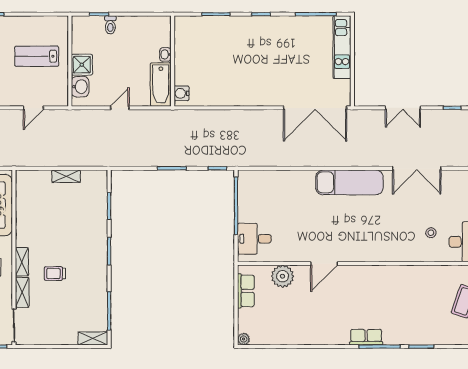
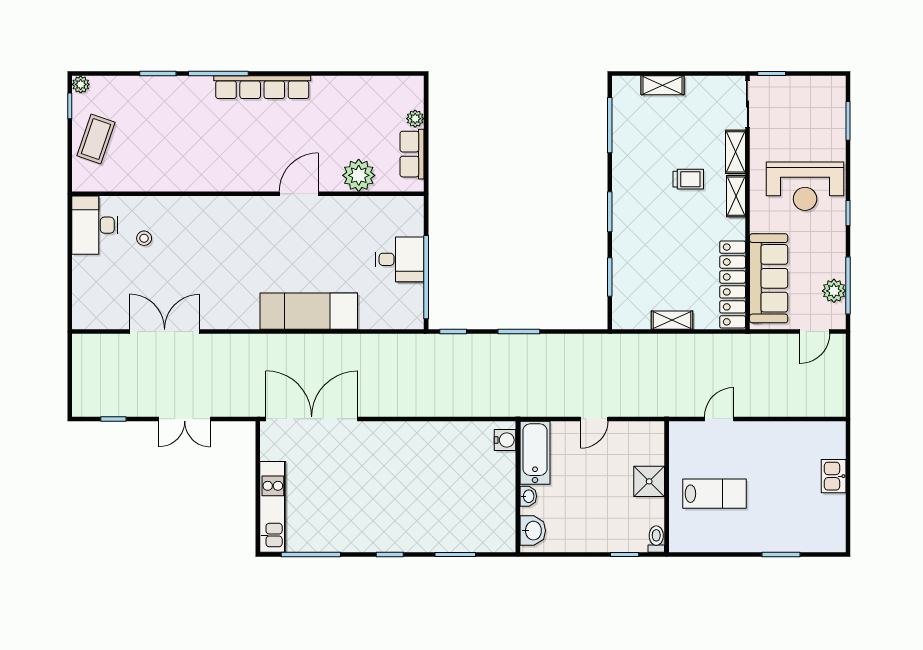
toilet: (110, 25) -> (656, 539), moved
washbasin: (80, 87) -> (533, 531), moved, turned 180
double door: (403, 108) -> (185, 419), swing flipped
exam couch: (350, 182) -> (309, 311), moved
locker: (24, 201) -> (733, 284), added
desk: (254, 239) -> (400, 259), moved
row of seats: (366, 337) -> (262, 87), width x2.02
shelving: (93, 338) -> (663, 85), moved
plant: (244, 339) -> (415, 119), moved

